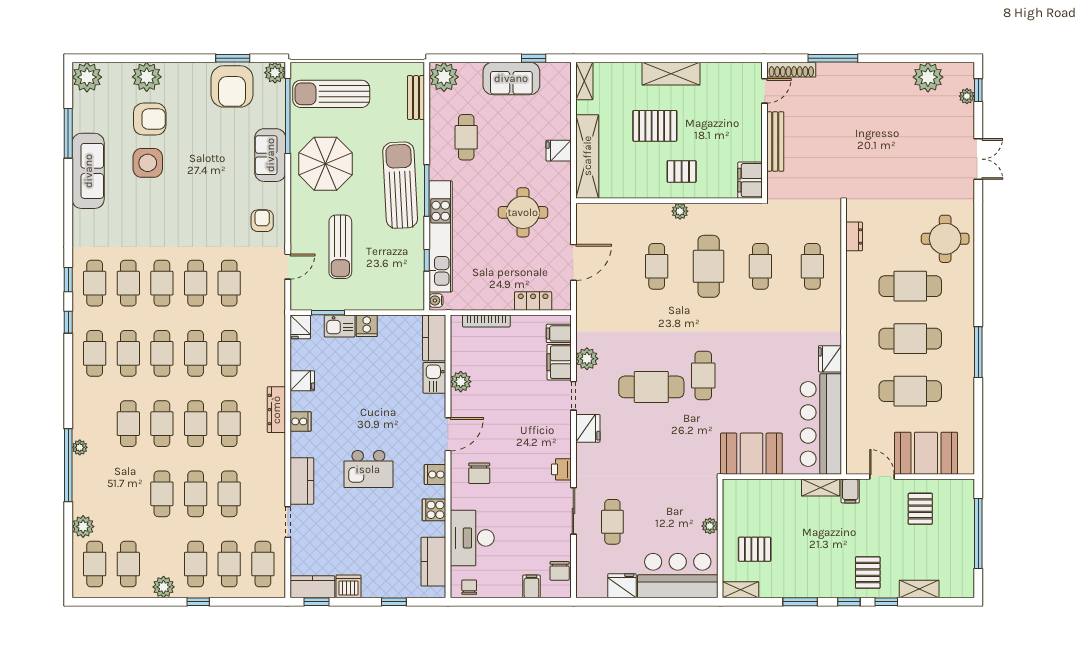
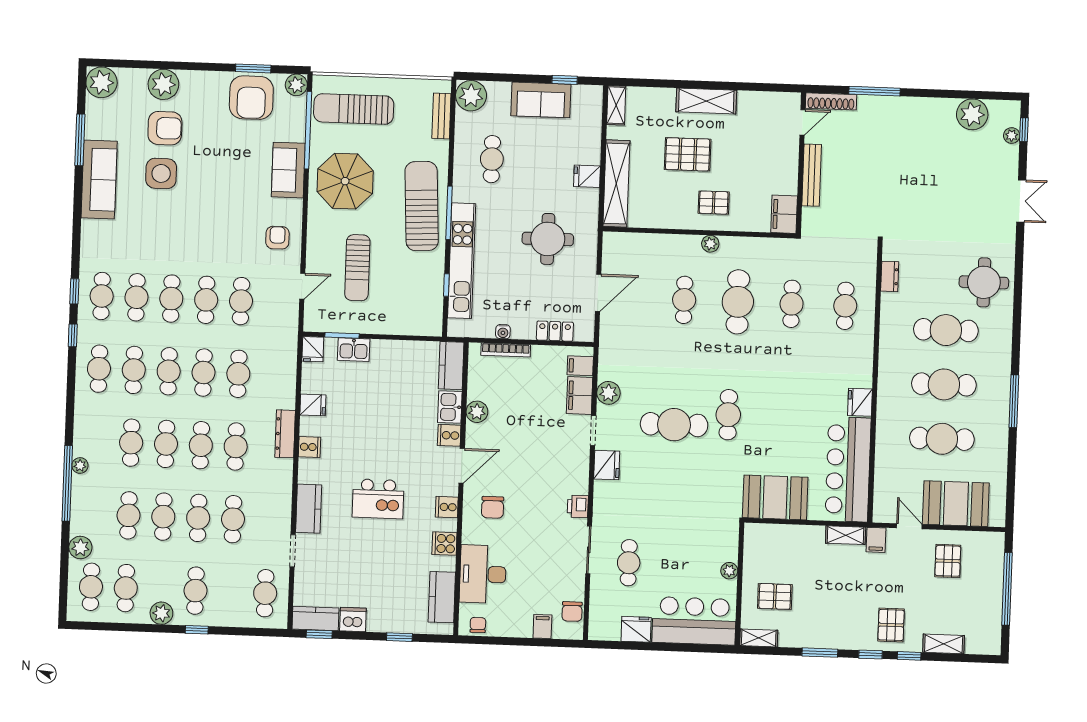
water cooler: (436, 300) -> (503, 332), moved, turned -90
cooker: (367, 326) -> (449, 435), moved, turned 90
cafe table: (229, 564) -> (128, 515), moved

